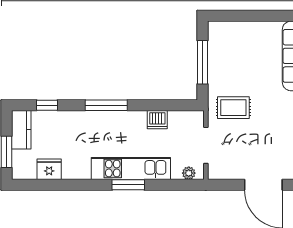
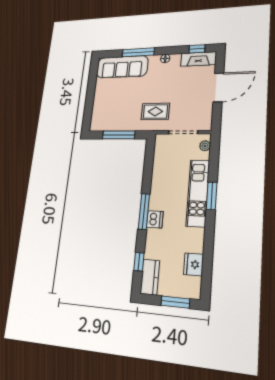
rug: (233, 108) -> (155, 112), turned 90
dishwasher: (157, 120) -> (155, 219), moved
kitchen counter: (21, 130) -> (150, 277), moved, turned 90

